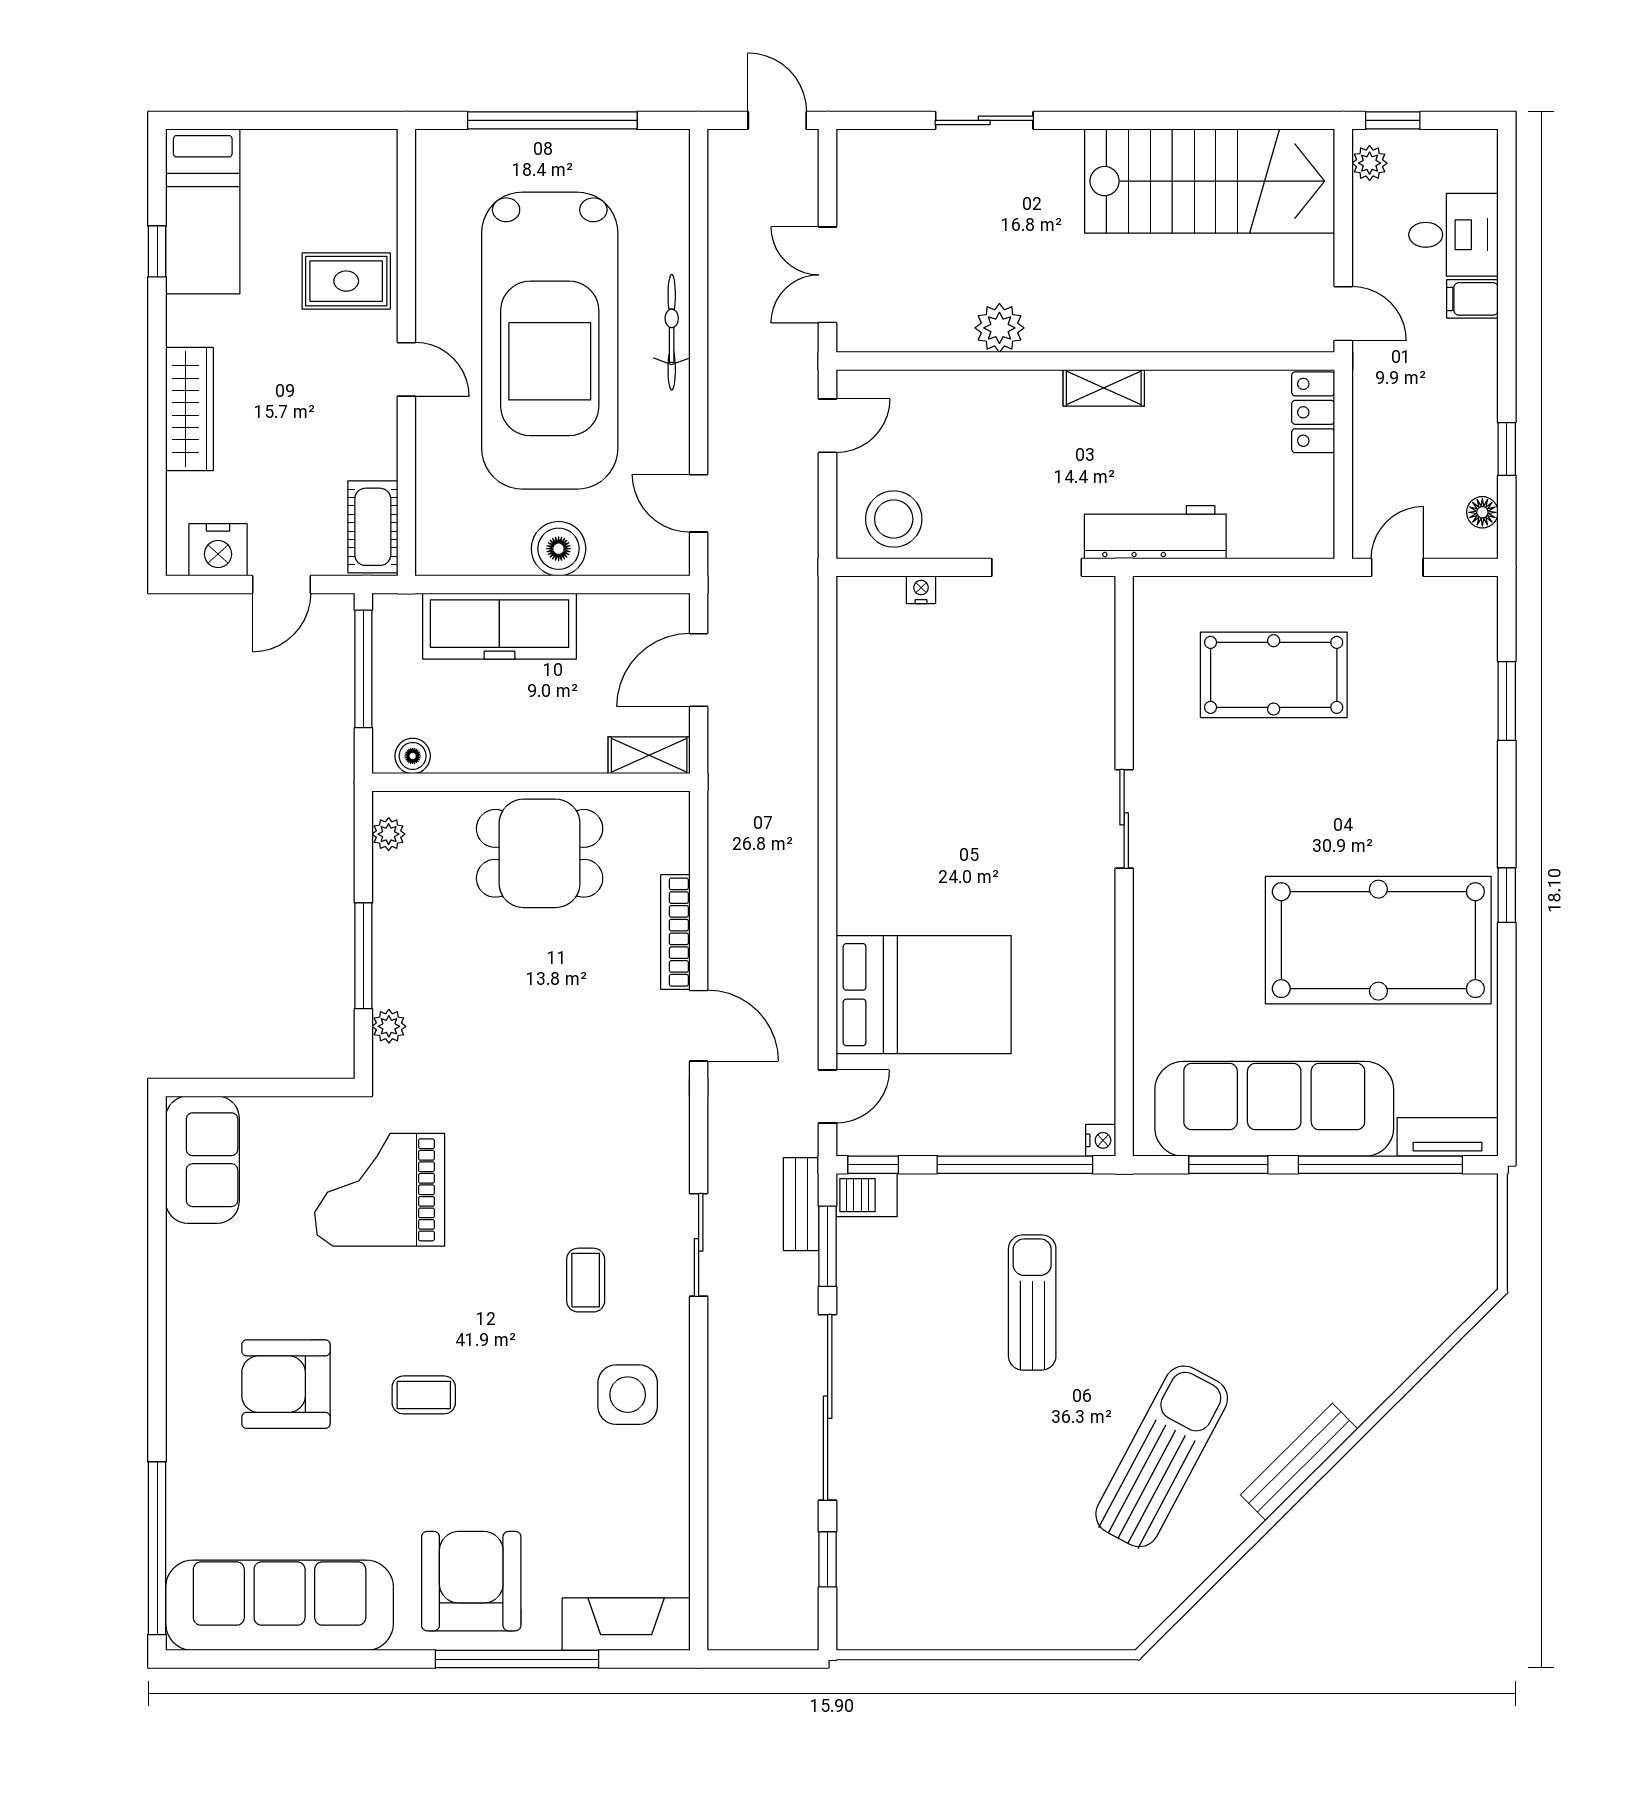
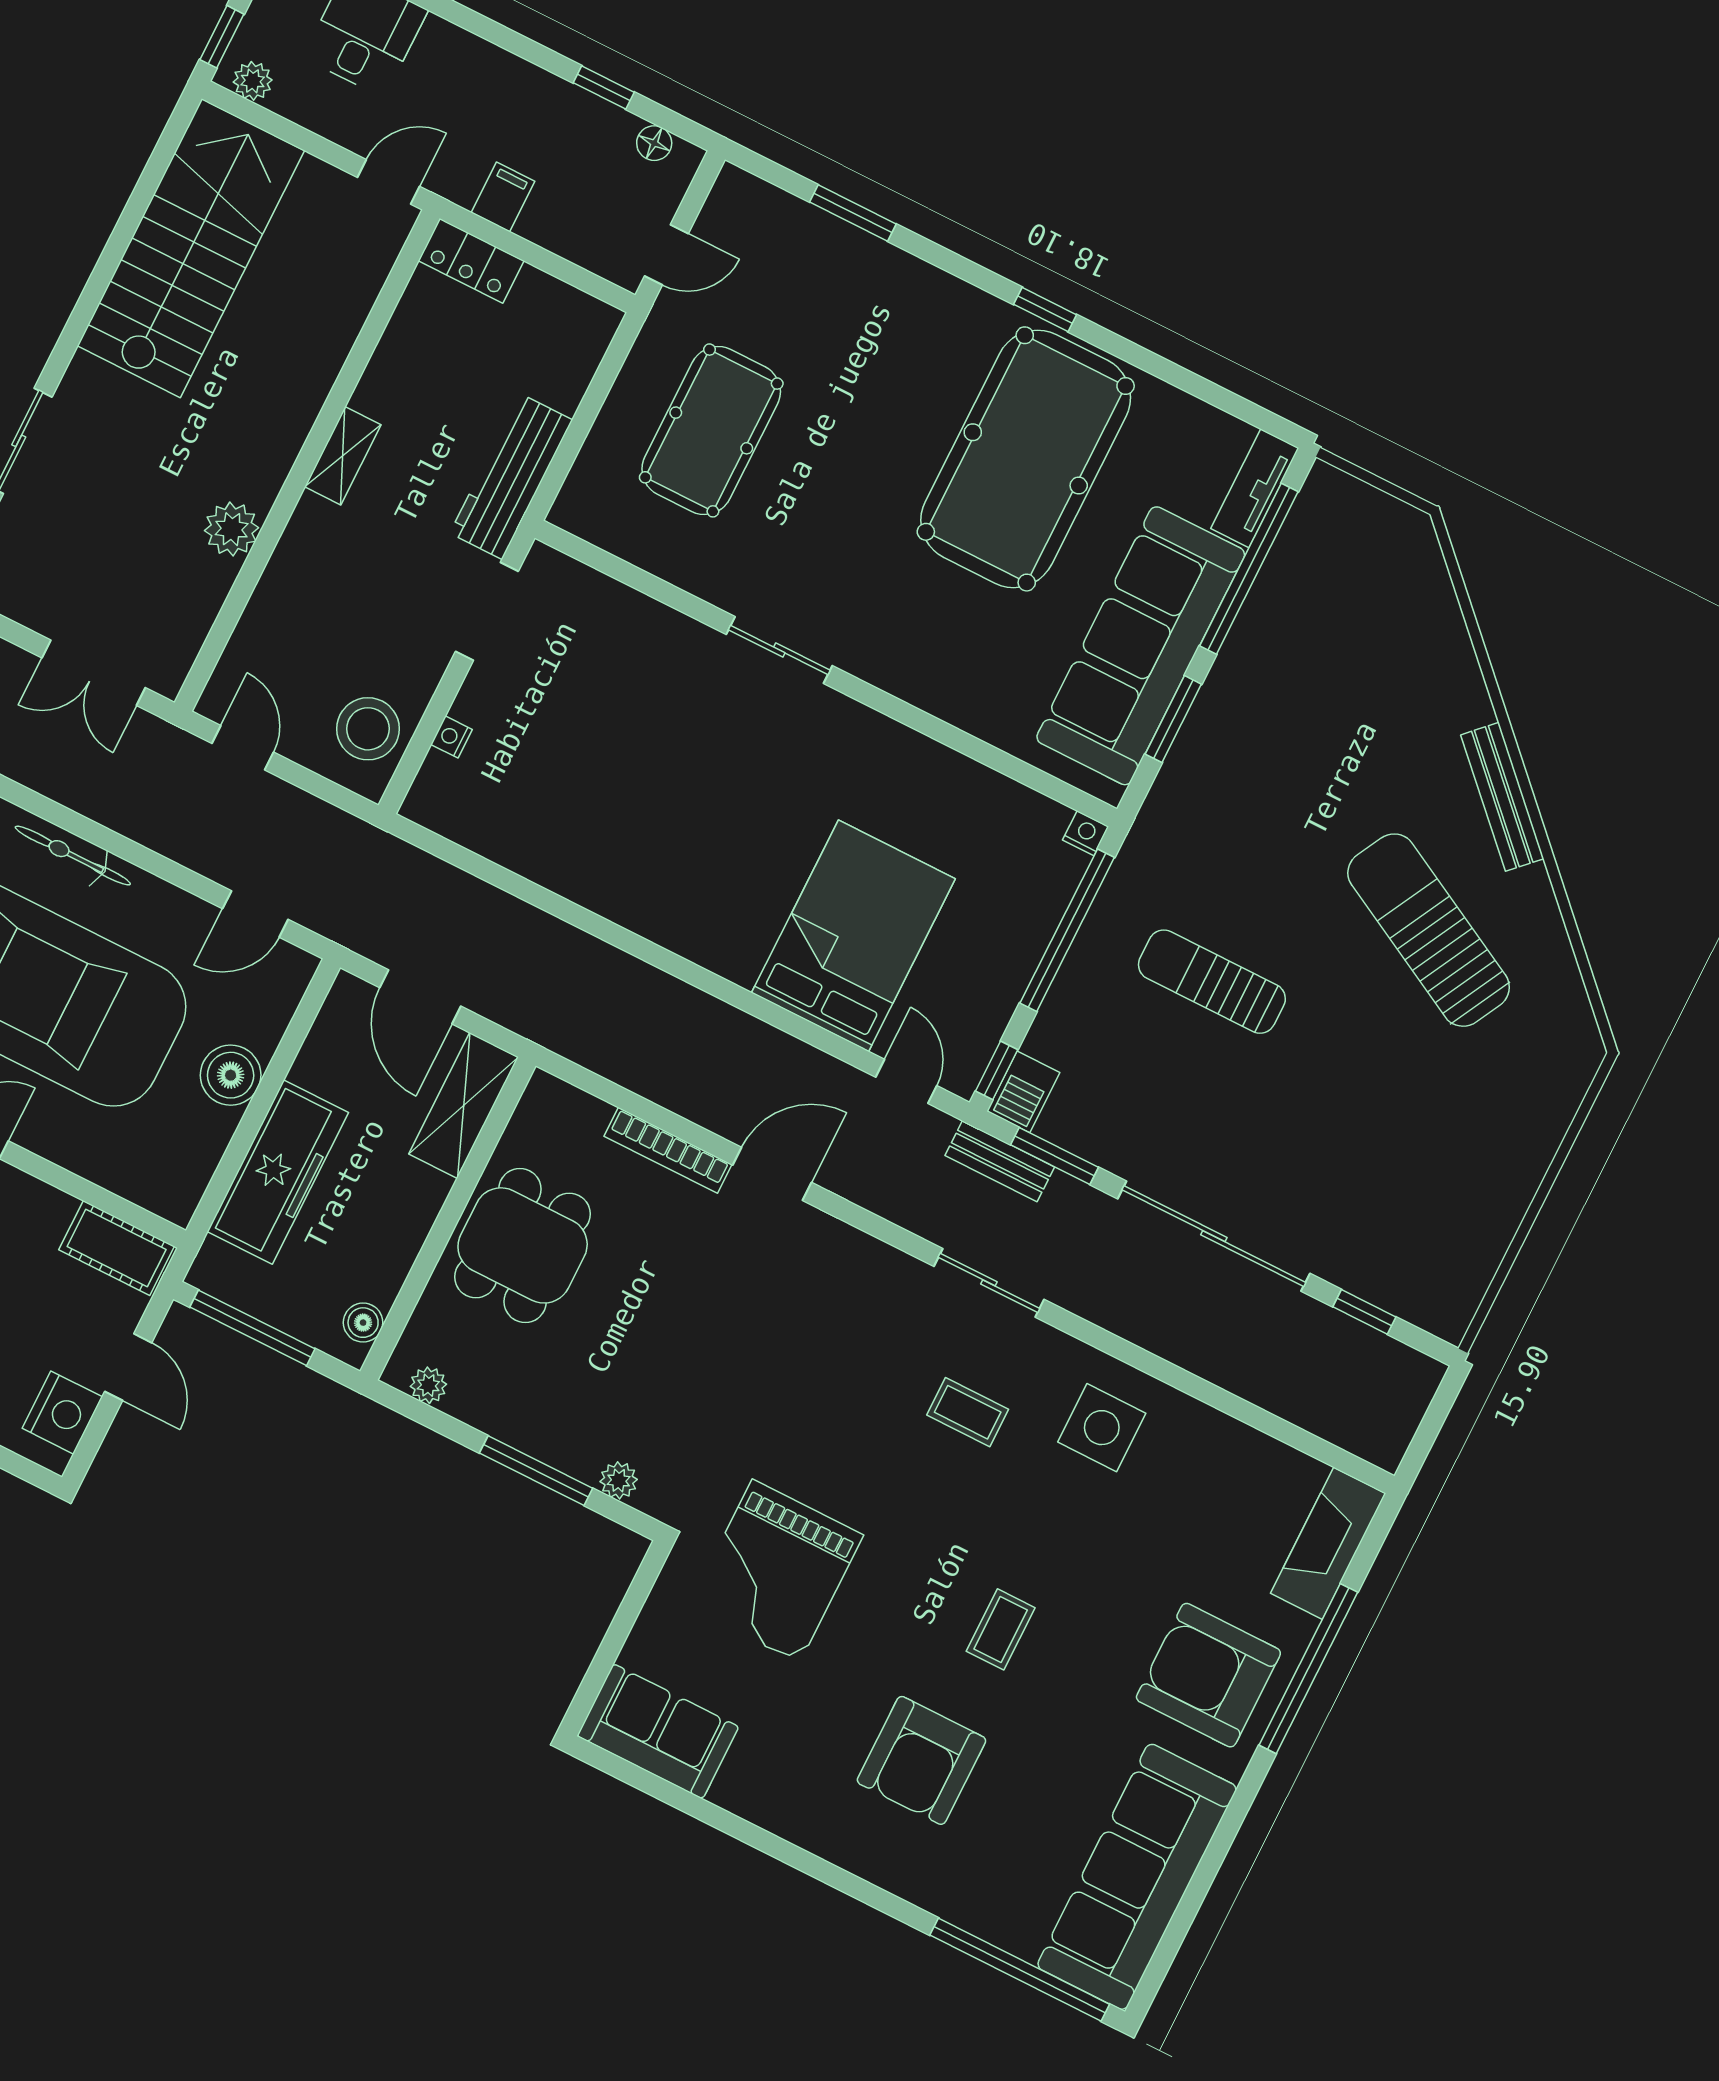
filing cabinet: (1472, 299) -> (503, 197), moved, turned 180
door: (1397, 567) -> (666, 255), swing flipped
shelving: (649, 755) -> (464, 1106), width x1.50, depth x1.33

